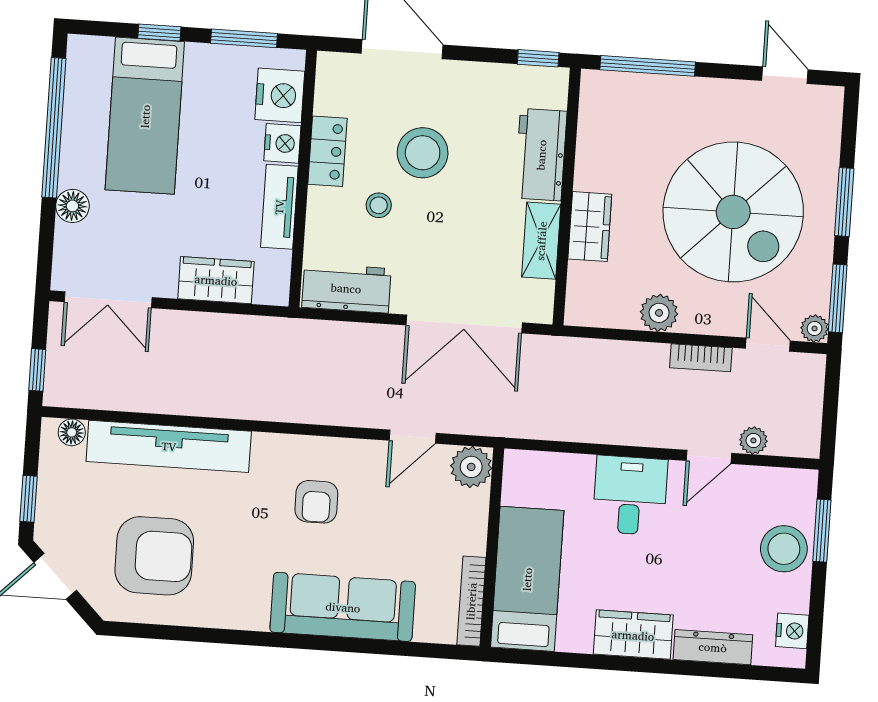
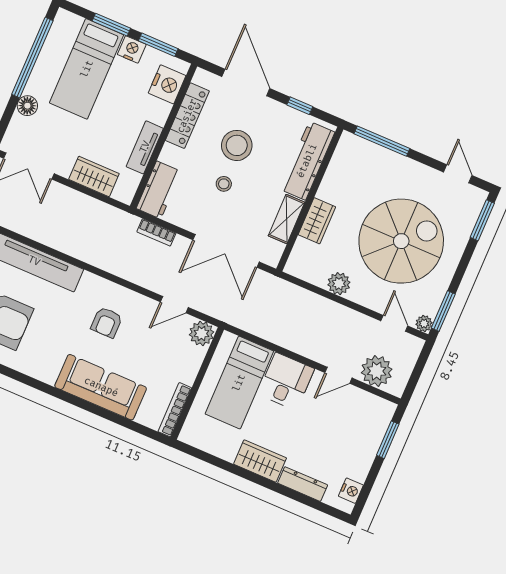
window: (159, 33) -> (111, 25), width x1.50
window: (538, 58) -> (300, 106), moved
nightstand: (282, 143) -> (132, 49), moved, turned -90
locker: (327, 151) -> (187, 116), width x1.53
workbench: (541, 155) -> (307, 161), width x1.38
window: (844, 202) -> (482, 220), moved
stool: (379, 205) -> (224, 184), moved
spiral stairs: (733, 212) -> (401, 241), turned -90
workbench: (346, 288) -> (159, 190), moved, turned 90
bookcase: (701, 358) -> (156, 232), moved
plant: (753, 440) -> (377, 371), width x1.88, depth x1.88
stool: (784, 549) -> (363, 442), removed
bed: (527, 579) -> (239, 383), moved, turned 180

